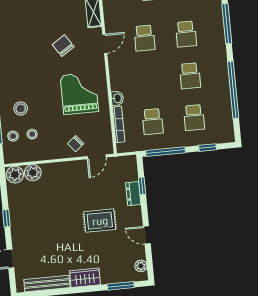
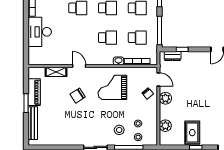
school desk: (145, 38) -> (108, 38), moved
plant: (15, 175) -> (165, 98), moved
dresser: (133, 194) -> (173, 56), moved
rug: (100, 221) -> (192, 133), moved

